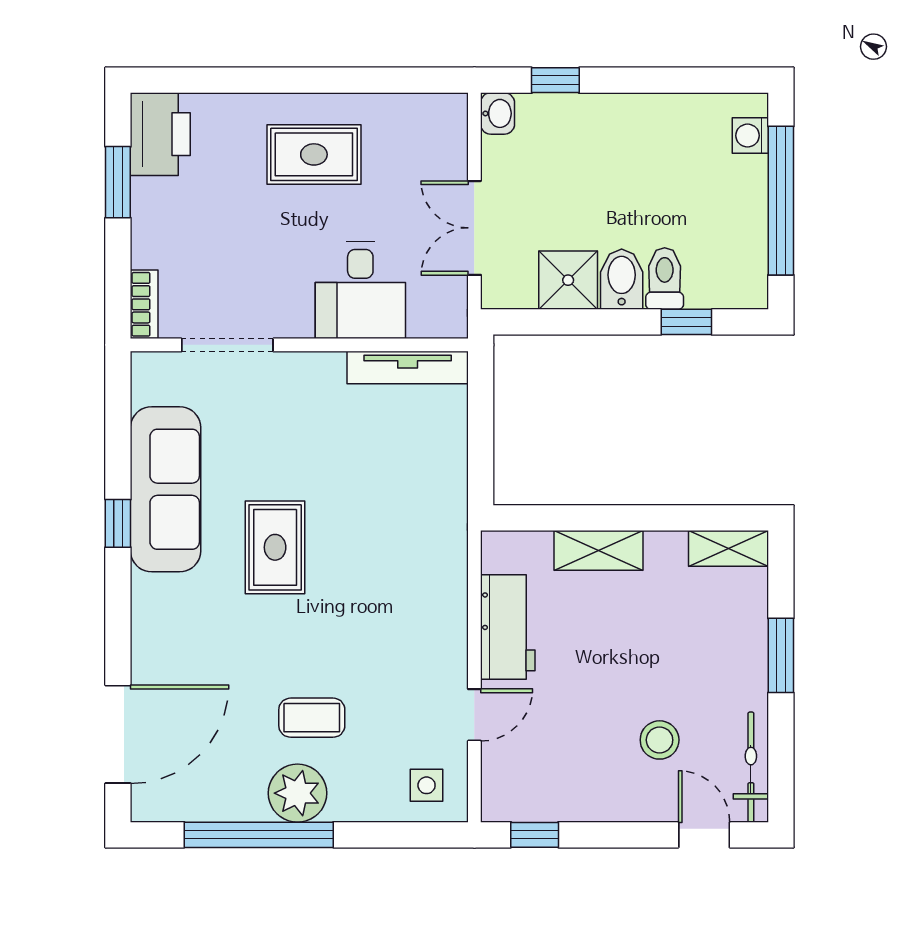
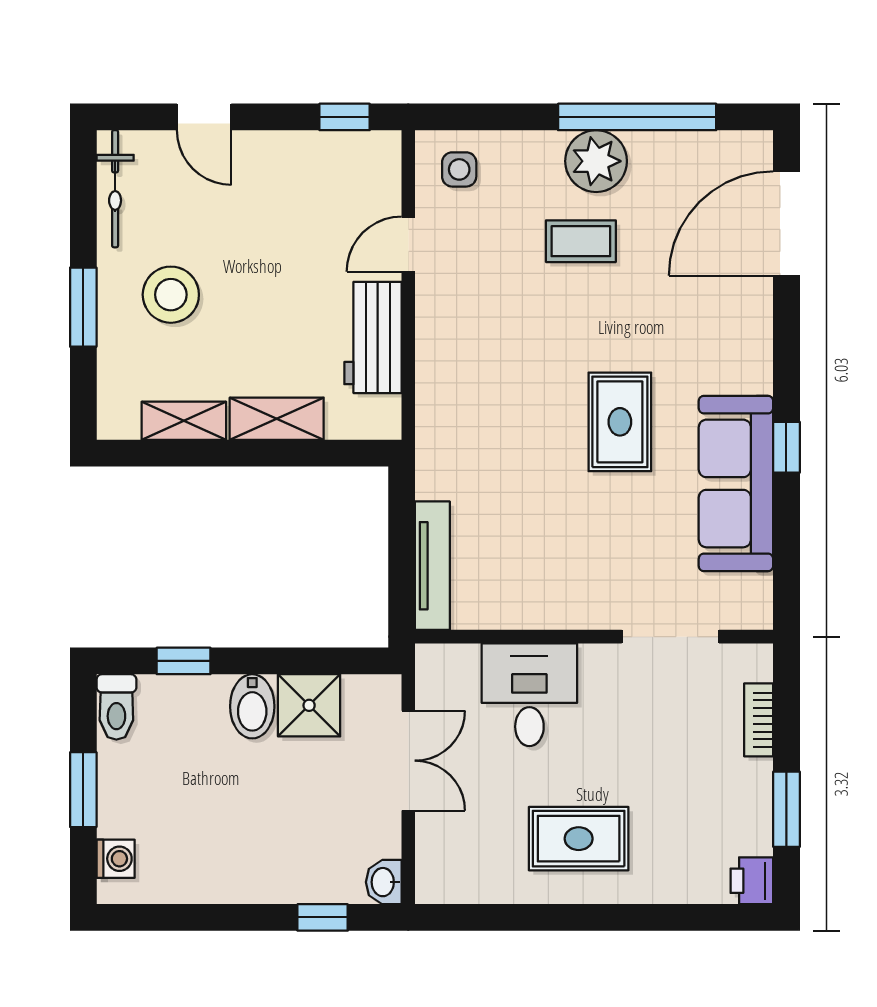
printer: (160, 134) -> (752, 881), width x0.53, depth x0.68
window: (781, 201) -> (83, 790), width x0.47
toilet: (665, 279) -> (116, 707), moved
bookcase: (144, 304) -> (759, 720), moved
tv unit: (408, 368) -> (432, 566), moved, turned 90
shelving: (729, 548) -> (184, 421), moved
stool: (660, 740) -> (171, 295), moved, width x1.38, depth x1.38
door: (704, 835) -> (204, 117), moved

